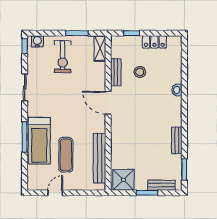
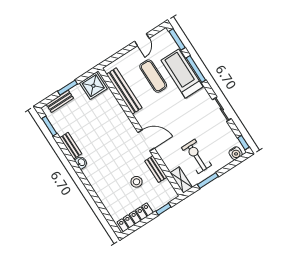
locker: (154, 42) -> (135, 217), width x1.53
exercise bike: (63, 57) -> (196, 156), moved
washbasin: (177, 90) -> (81, 162), moved
window: (25, 173) -> (177, 39), added

